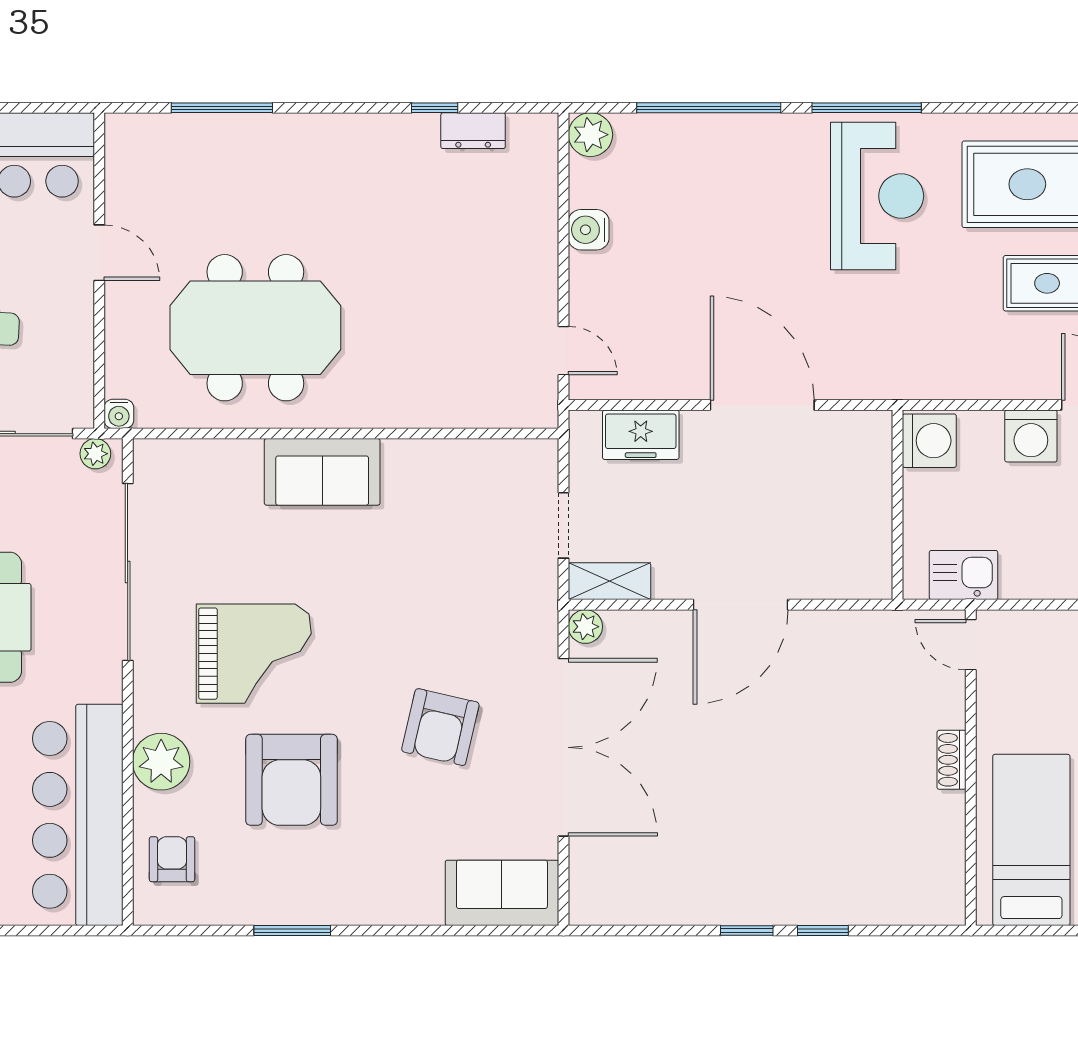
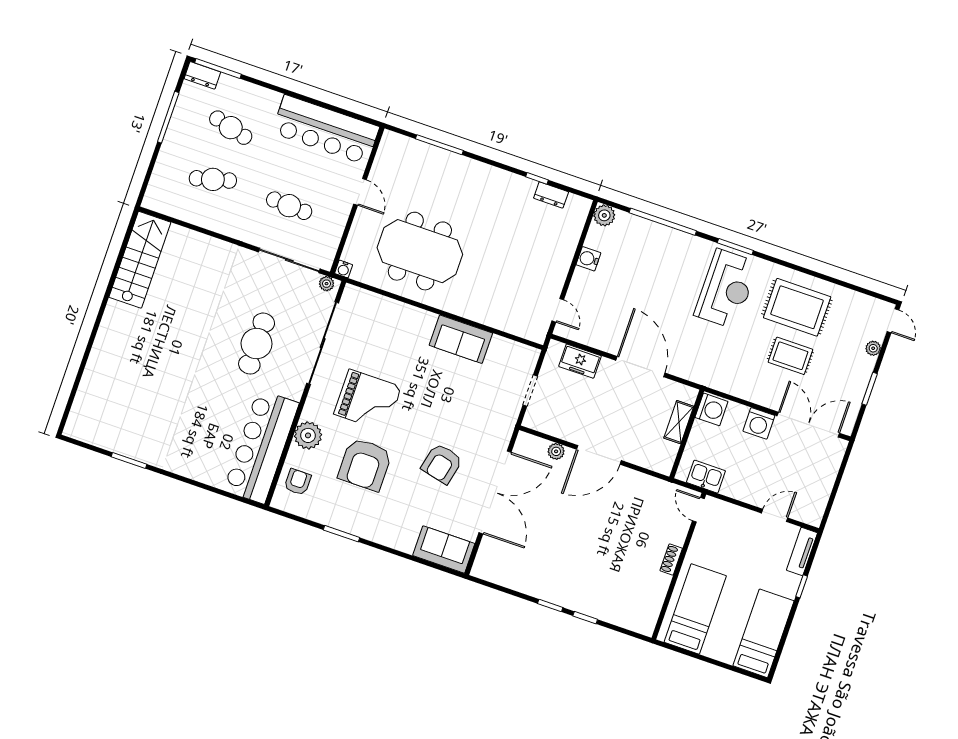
window: (867, 108) -> (735, 247), width x0.69
sofa: (322, 472) -> (461, 339), moved
shelving: (610, 581) -> (679, 422), moved, turned 90
plant: (585, 627) -> (556, 451), moved

